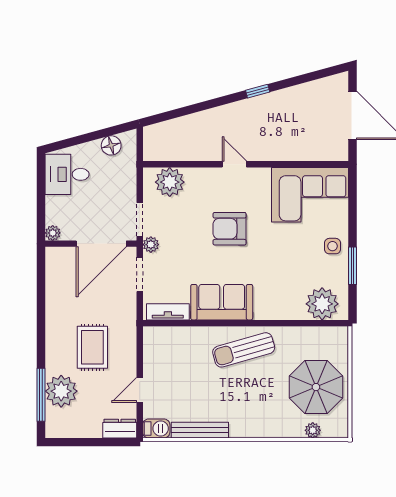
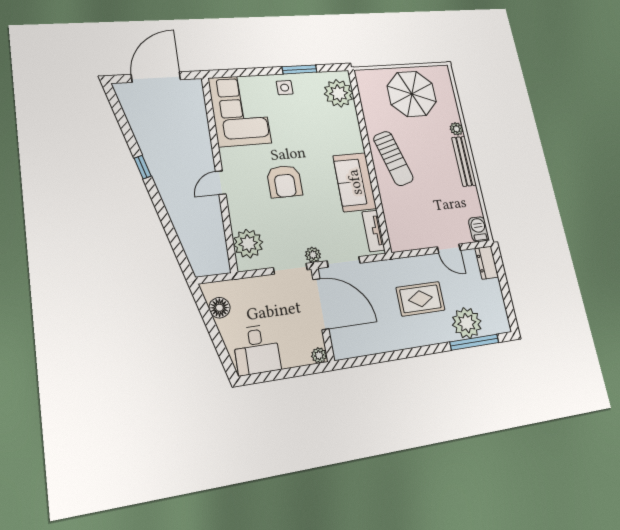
bench: (200, 430) -> (464, 161), moved
plant: (313, 430) -> (457, 129), moved

